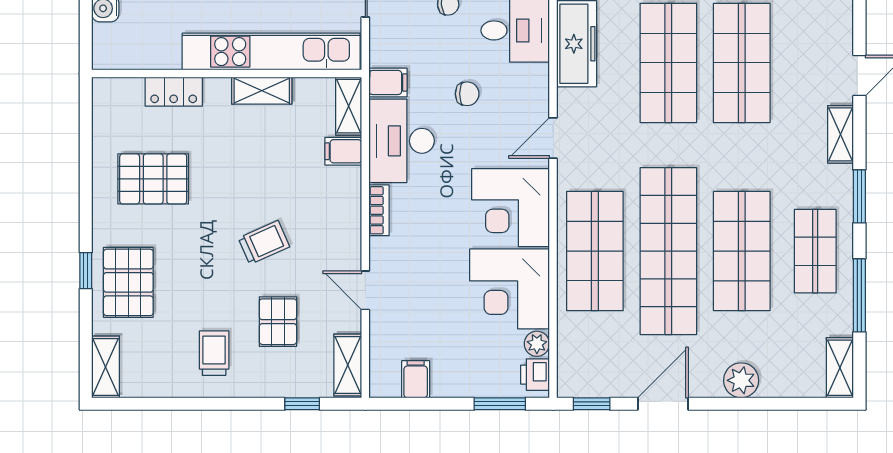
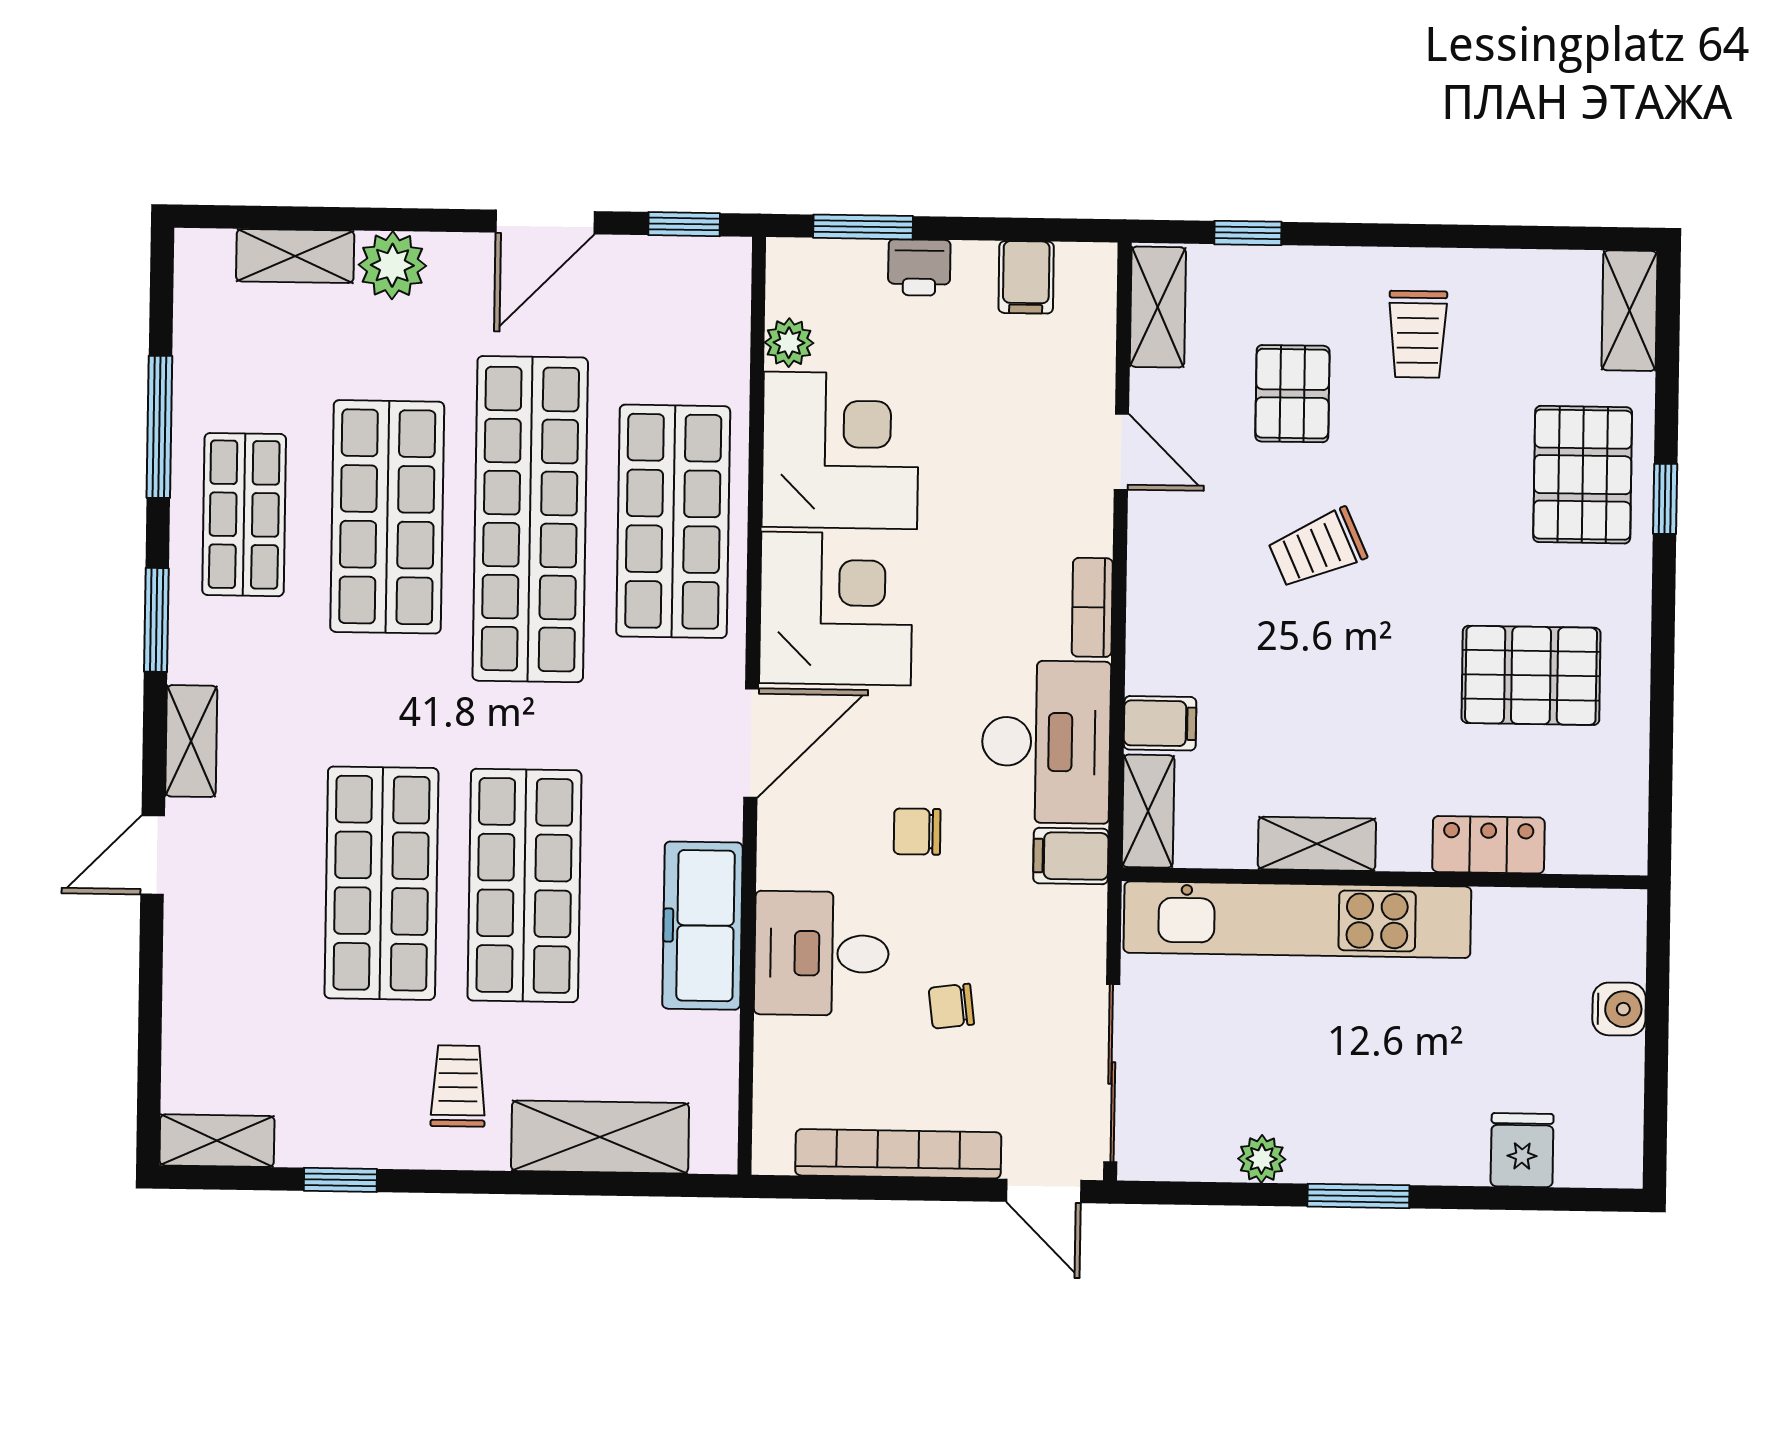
door: (553, 138) -> (751, 743), width x1.38
shelving: (840, 368) -> (295, 256), moved, turned 90
printer: (535, 375) -> (919, 267), moved, turned 90

